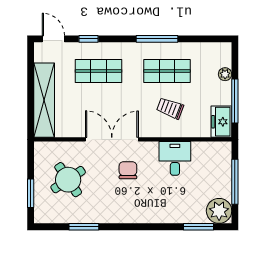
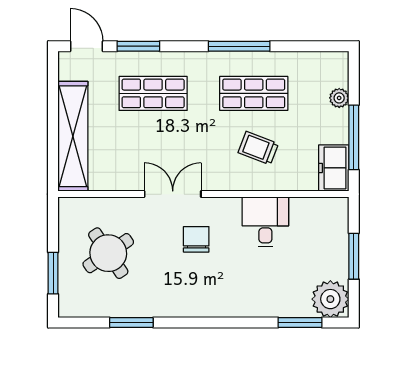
window: (89, 39) -> (138, 46), width x1.50
double door: (112, 139) -> (173, 194), width x0.73
window: (235, 182) -> (354, 256), width x0.69

